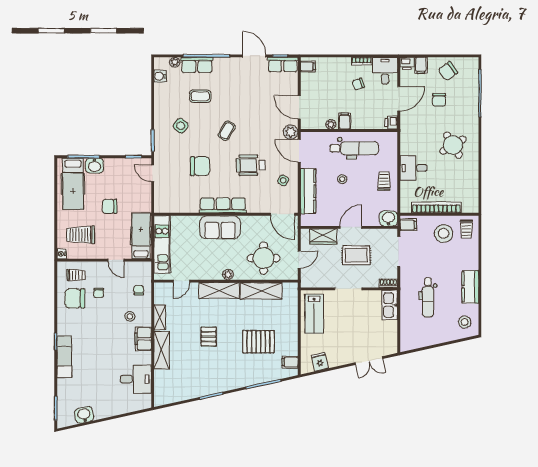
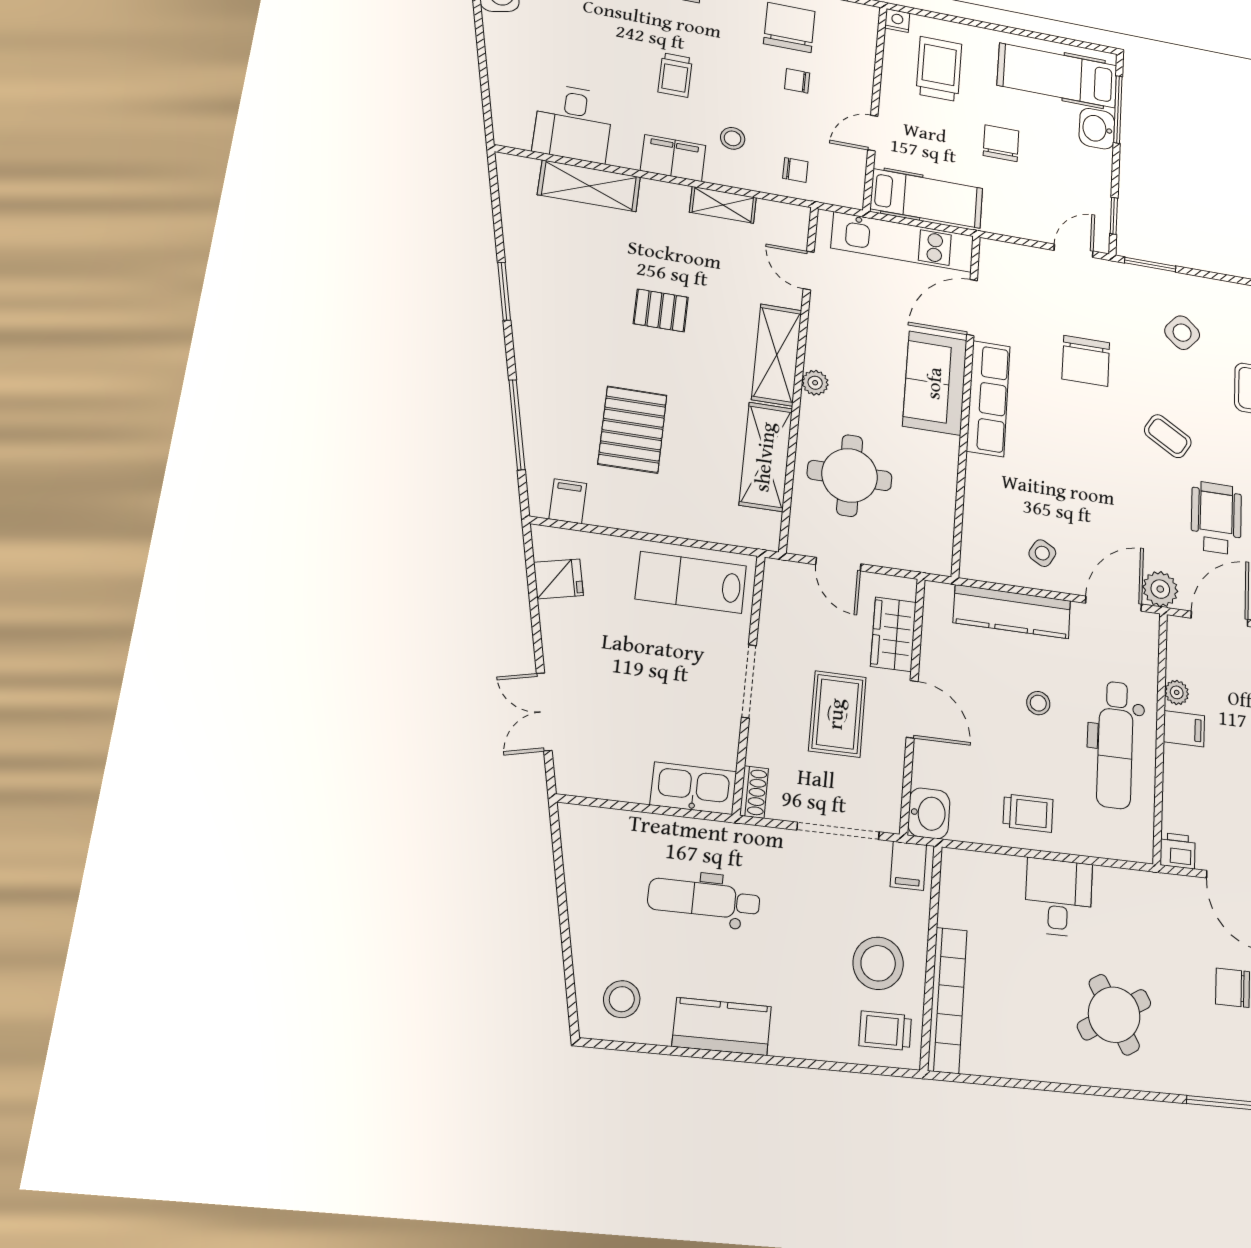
wheelchair: (251, 165) -> (1216, 518), moved
bookcase: (436, 207) -> (947, 1000), moved
door: (282, 214) -> (972, 307), moved
trolley: (76, 275) -> (675, 75), moved
shelving: (162, 350) -> (589, 186), moved

